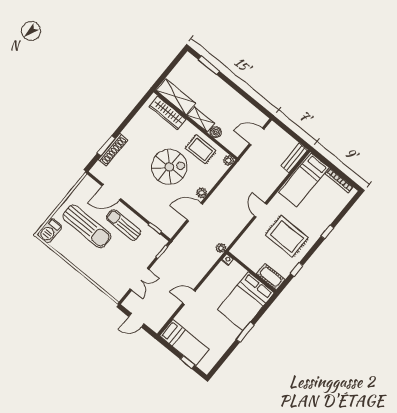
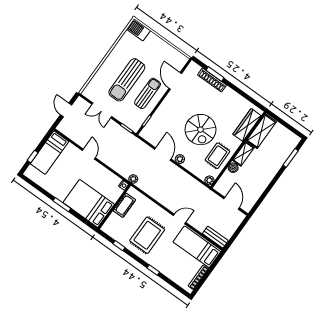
door: (260, 210) -> (180, 219), moved
sun lounger: (87, 226) -> (127, 80), moved
cot: (271, 277) -> (124, 205), moved

